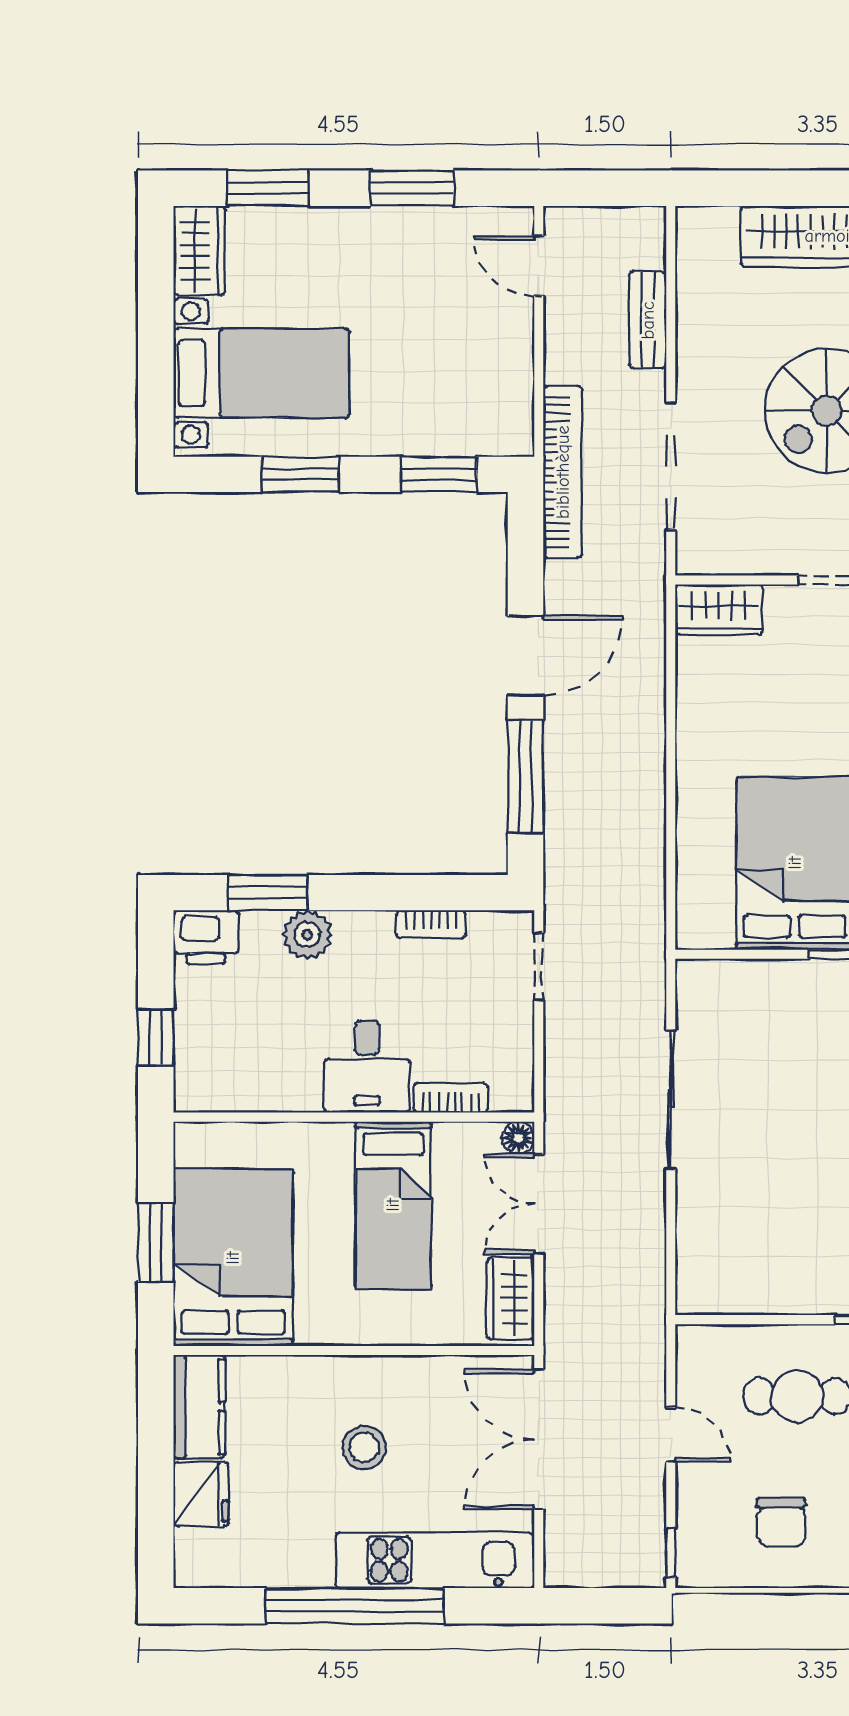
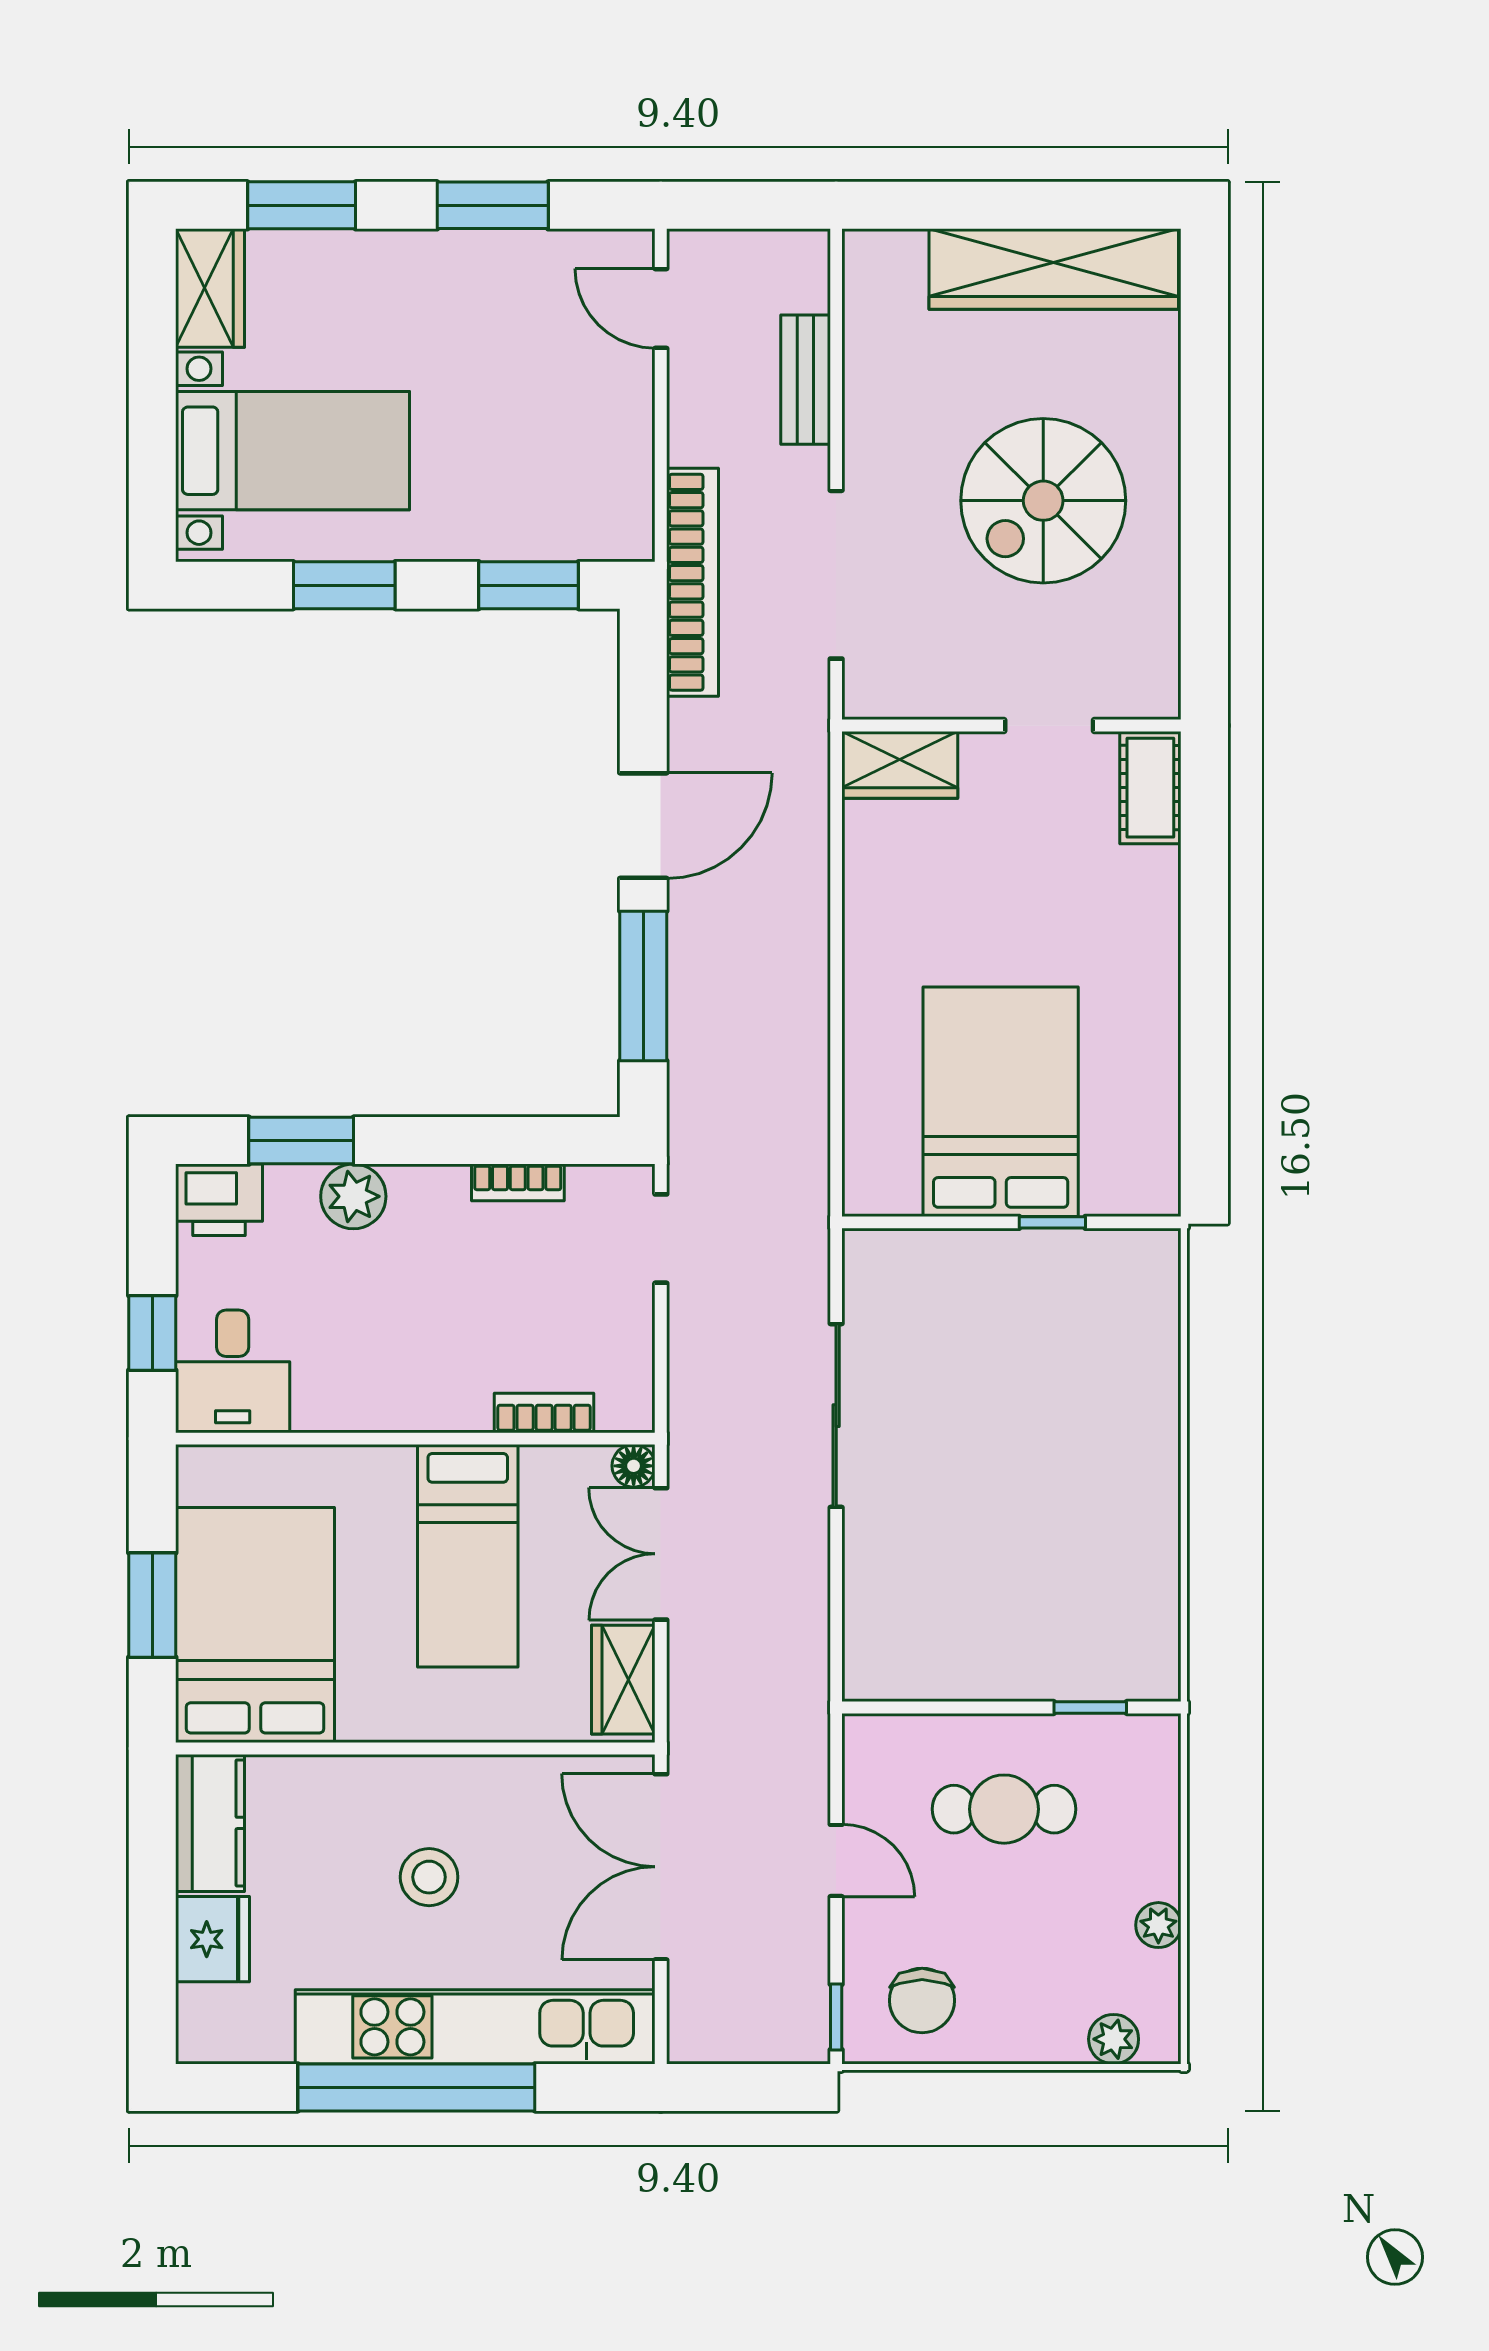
desk: (367, 1066) -> (233, 1371), moved
chair: (781, 1522) -> (922, 2000), moved
kitchen unit: (435, 1560) -> (475, 2027), width x1.36

